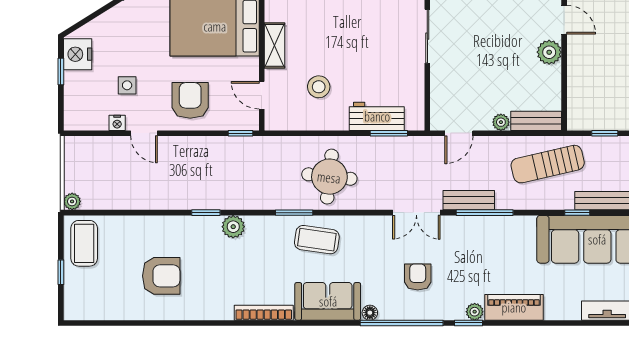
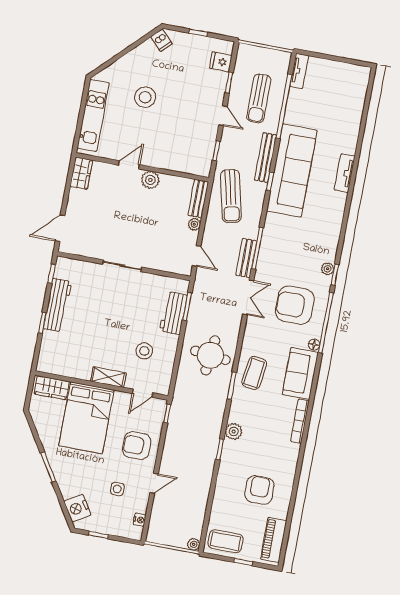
nightstand: (78, 54) -> (77, 508), moved, turned 58
nightstand: (117, 123) -> (140, 520), moved
armchair: (418, 277) -> (295, 305), width x1.88, depth x1.88
piano: (514, 307) -> (274, 540), moved

